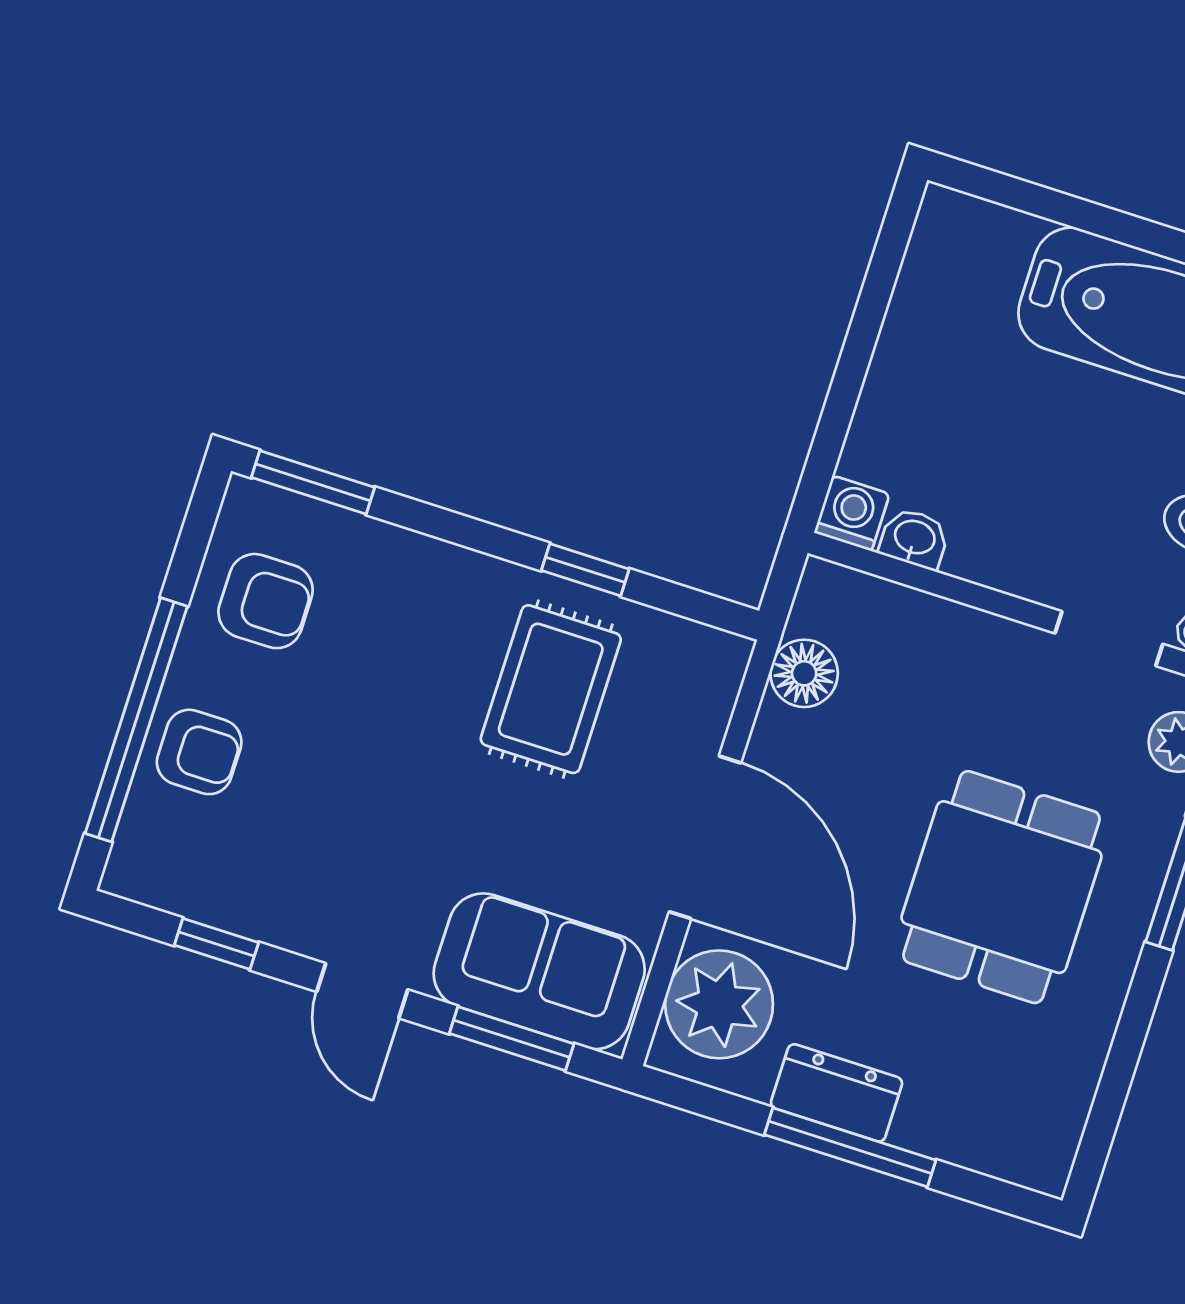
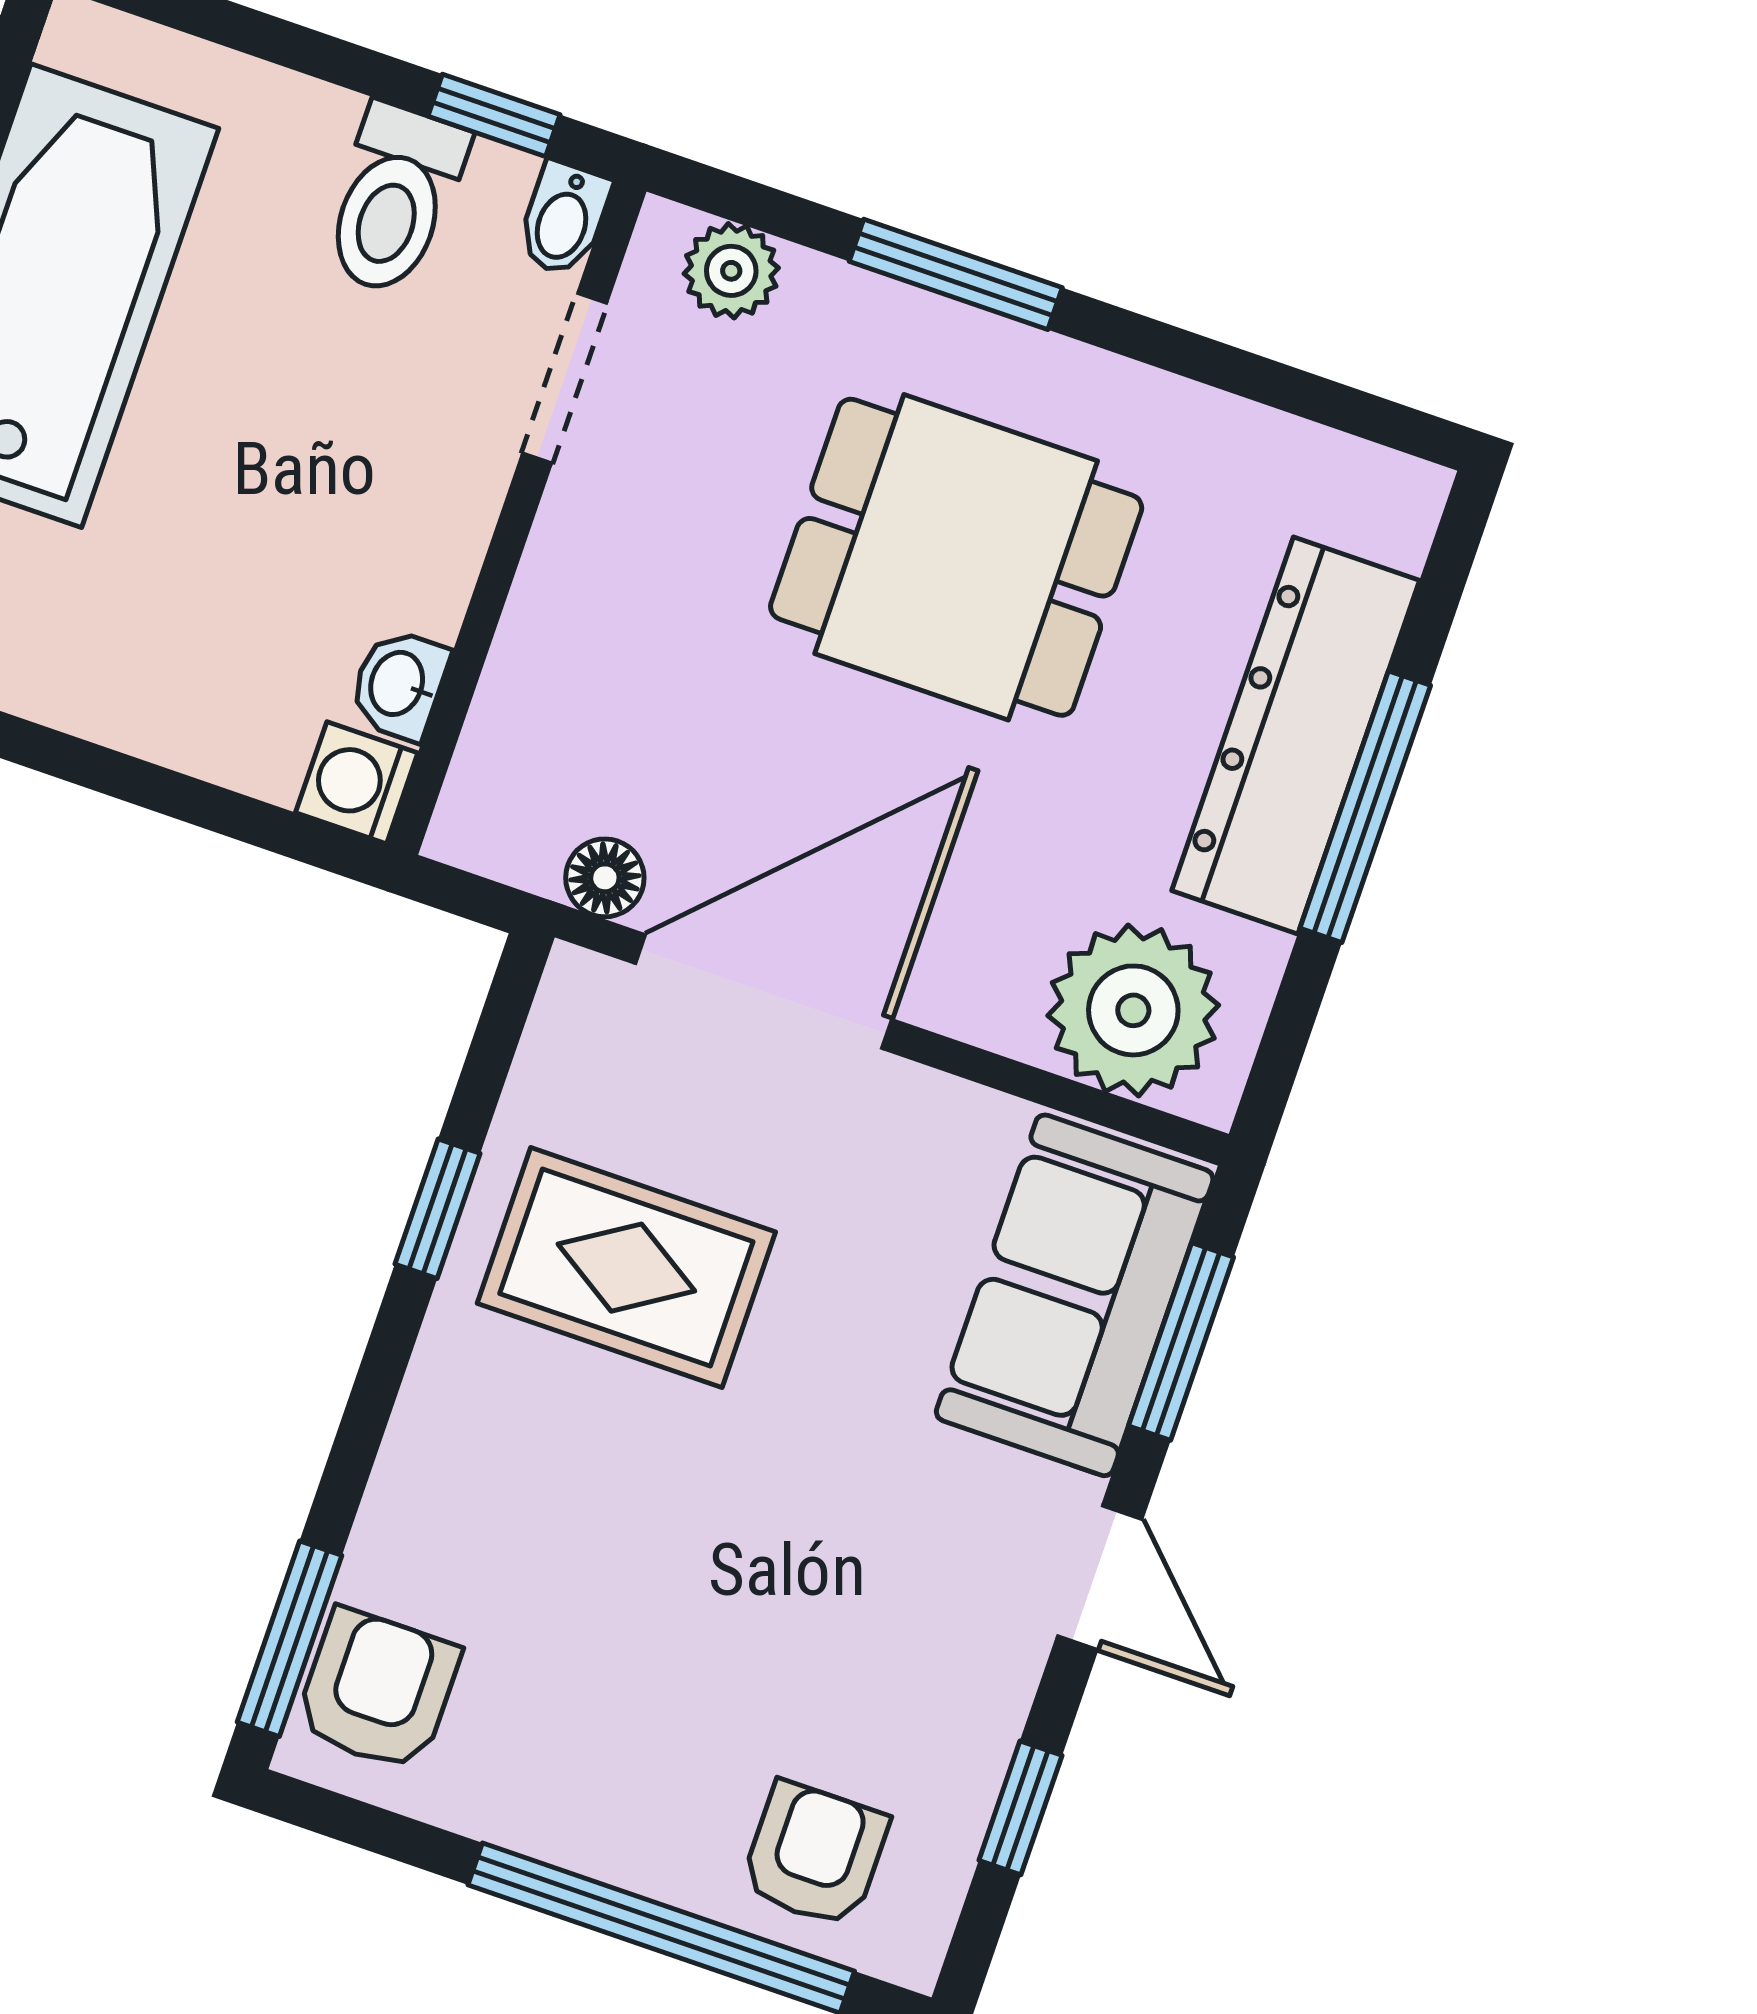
armchair: (266, 601) -> (378, 1690), moved
floor lamp: (804, 673) -> (605, 878), width x0.73, depth x0.73
armchair: (199, 752) -> (815, 1854), moved
door: (705, 837) -> (764, 991), moved
door: (362, 991) -> (1100, 1578), hinge flipped
dresser: (837, 1093) -> (1296, 735), width x1.96, depth x1.24

